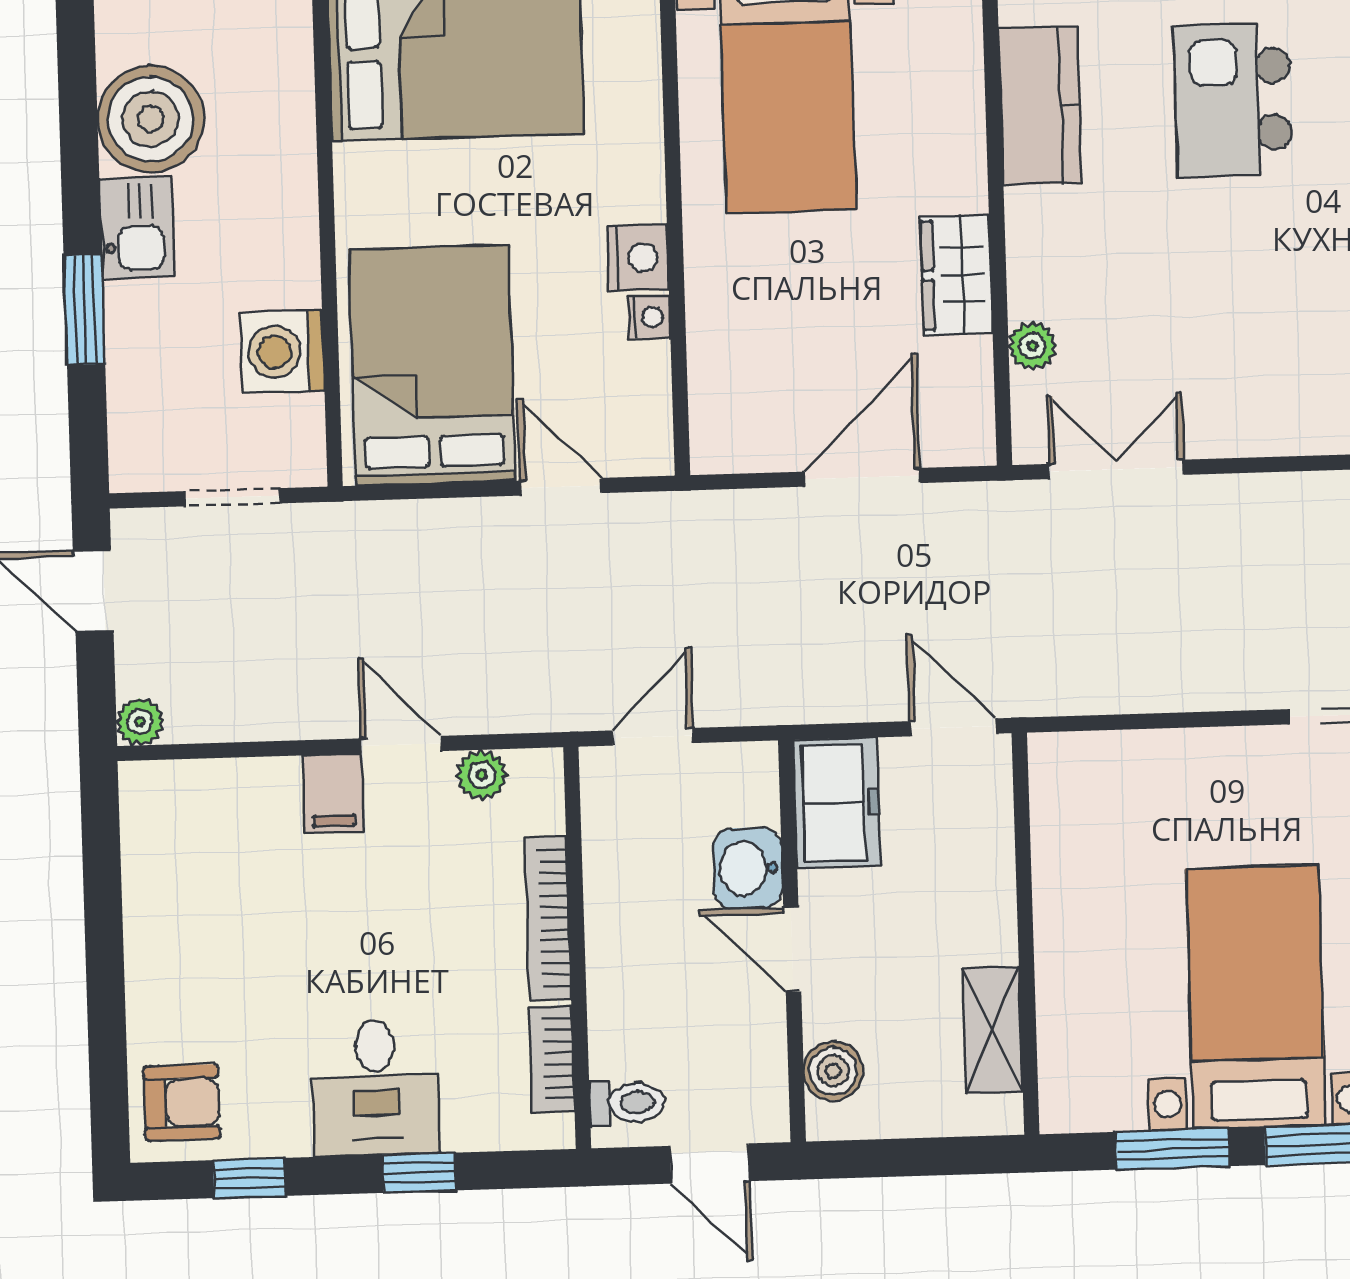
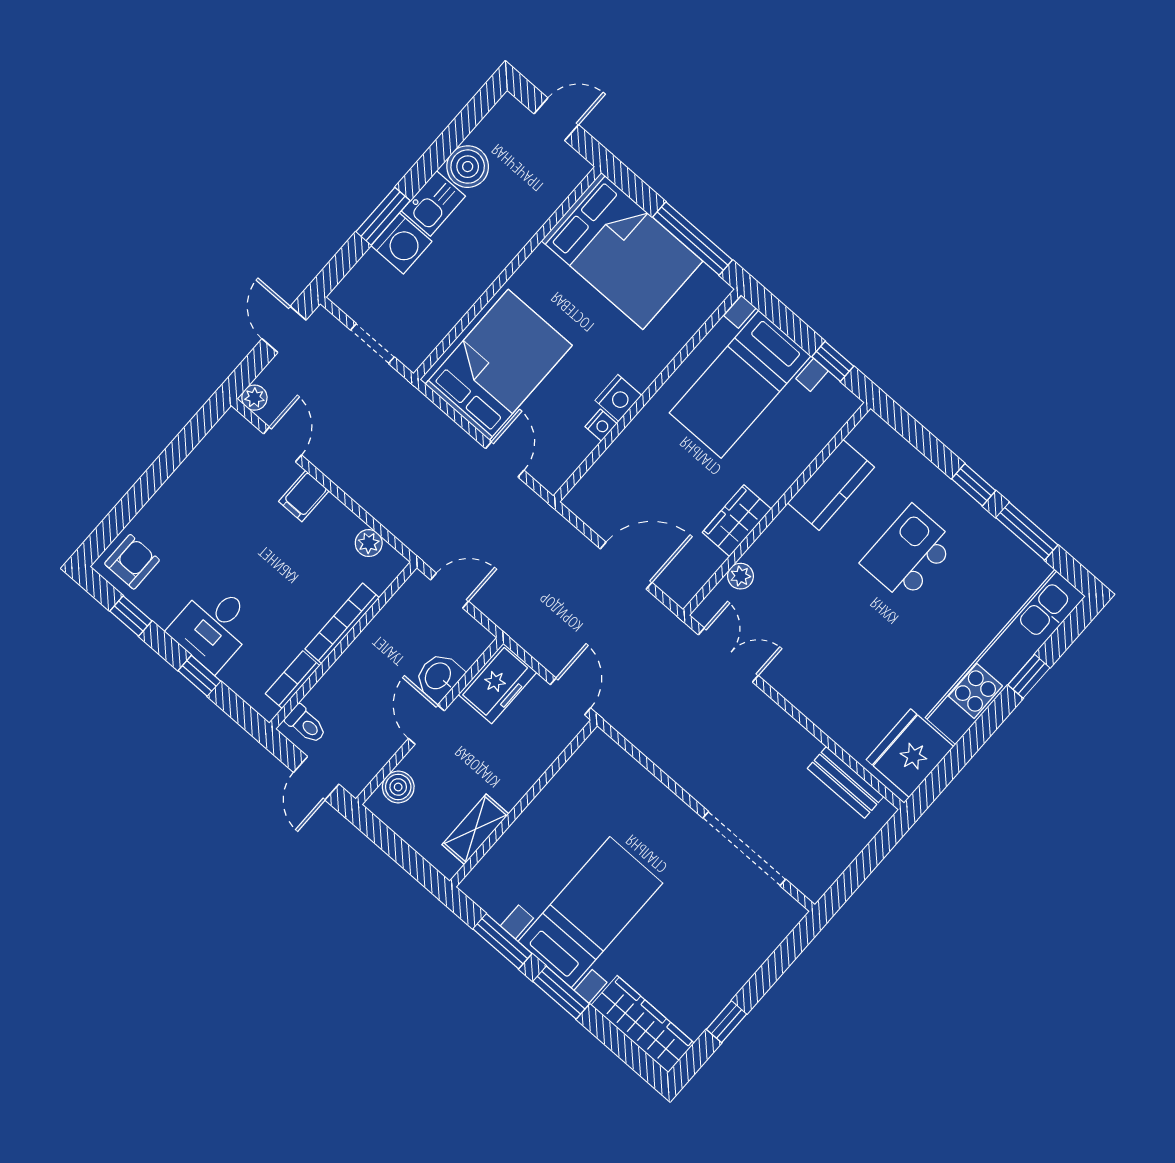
boiler: (151, 119) -> (468, 167), width x0.73, depth x0.73
washing machine: (283, 351) -> (401, 244), moved, turned 180
door: (401, 745) -> (282, 444), moved
armchair: (182, 1102) -> (132, 562), turned -90

